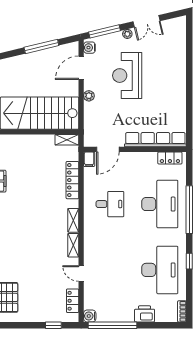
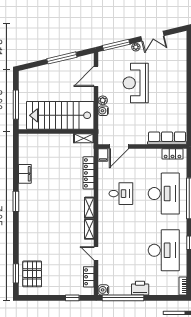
water cooler: (89, 48) -> (103, 111), moved
row of seats: (155, 140) -> (167, 138), width x0.73
printer: (145, 314) -> (140, 288), moved

